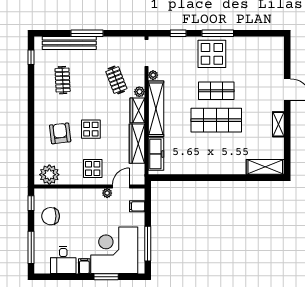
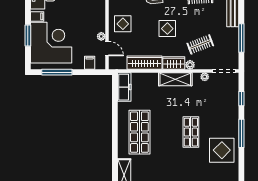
window: (87, 33) -> (241, 38), moved
display table: (212, 54) -> (222, 150), moved
shelving: (156, 109) -> (175, 79), width x0.68
shop shelf: (216, 120) -> (139, 132), moved
display table: (91, 129) -> (167, 29), moved
freezer: (156, 154) -> (124, 87), moved, turned -90

